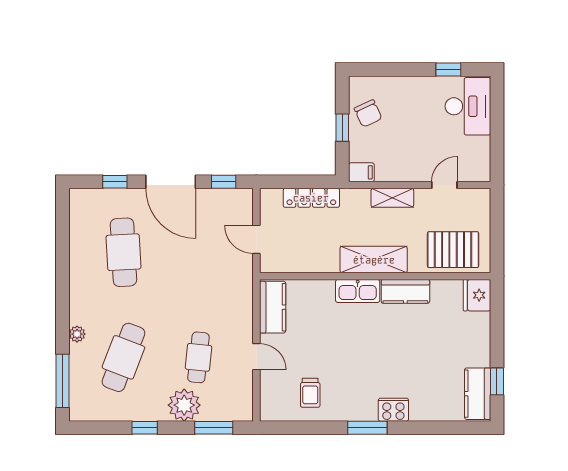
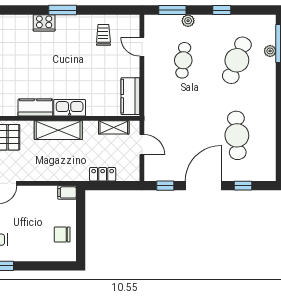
chair: (368, 113) -> (62, 235), turned -65
window: (342, 128) -> (81, 224), removed
door: (171, 182) -> (203, 186), hinge flipped
locker: (311, 198) -> (103, 174), width x0.66
shelving: (392, 198) -> (114, 127), moved
plant: (77, 334) -> (270, 51), moved
door: (256, 357) -> (142, 47), moved
plant: (184, 405) -> (188, 21), width x0.53, depth x0.53

